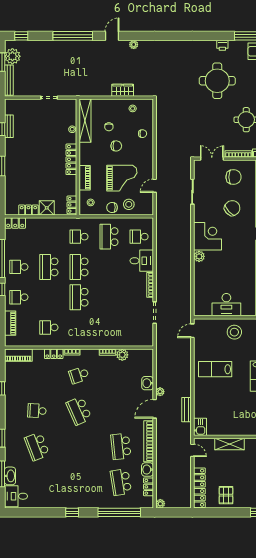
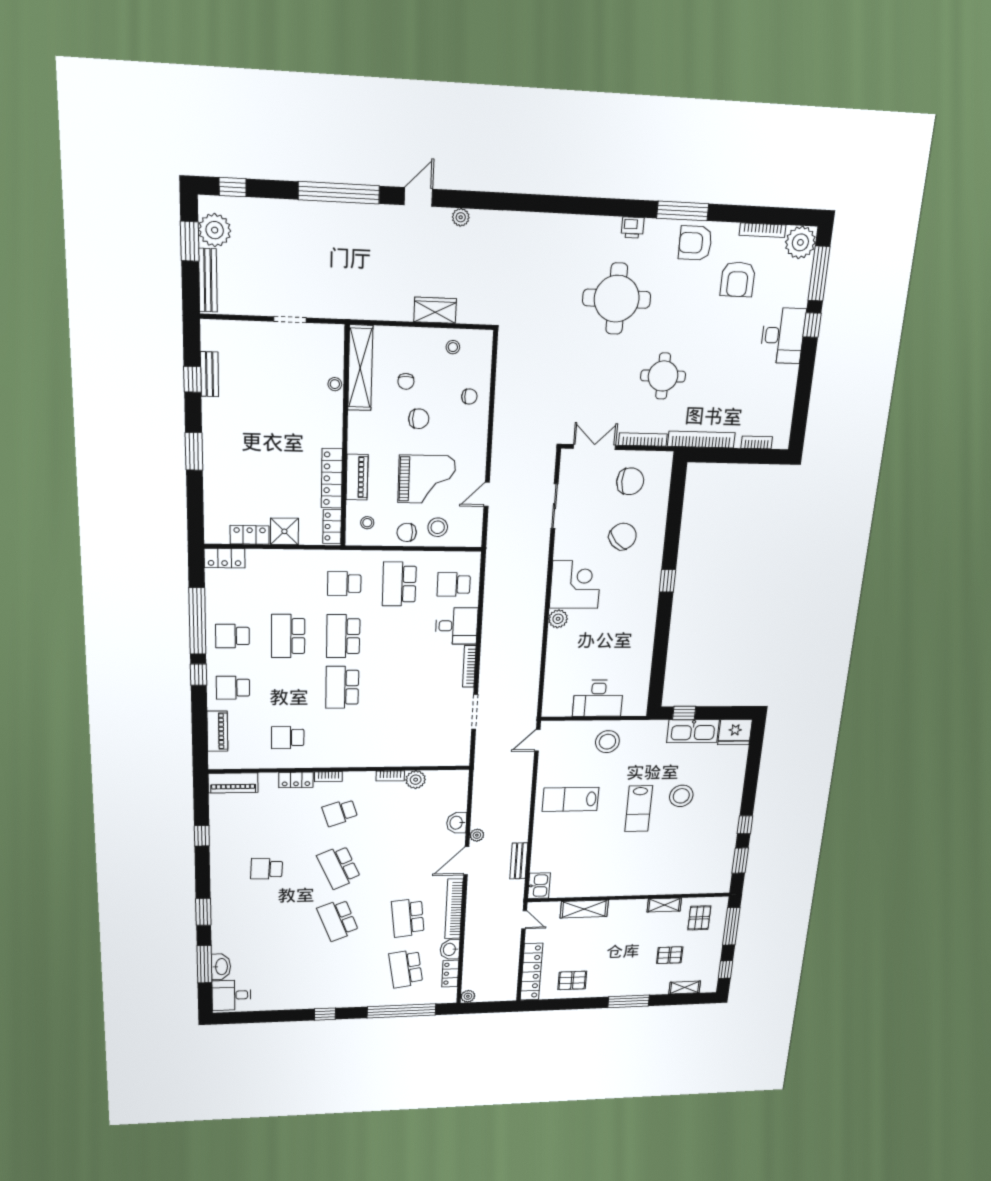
locker: (71, 159) -> (332, 478), moved
school desk: (37, 446) -> (338, 920), moved
pallet: (226, 495) -> (572, 980), turned 90

